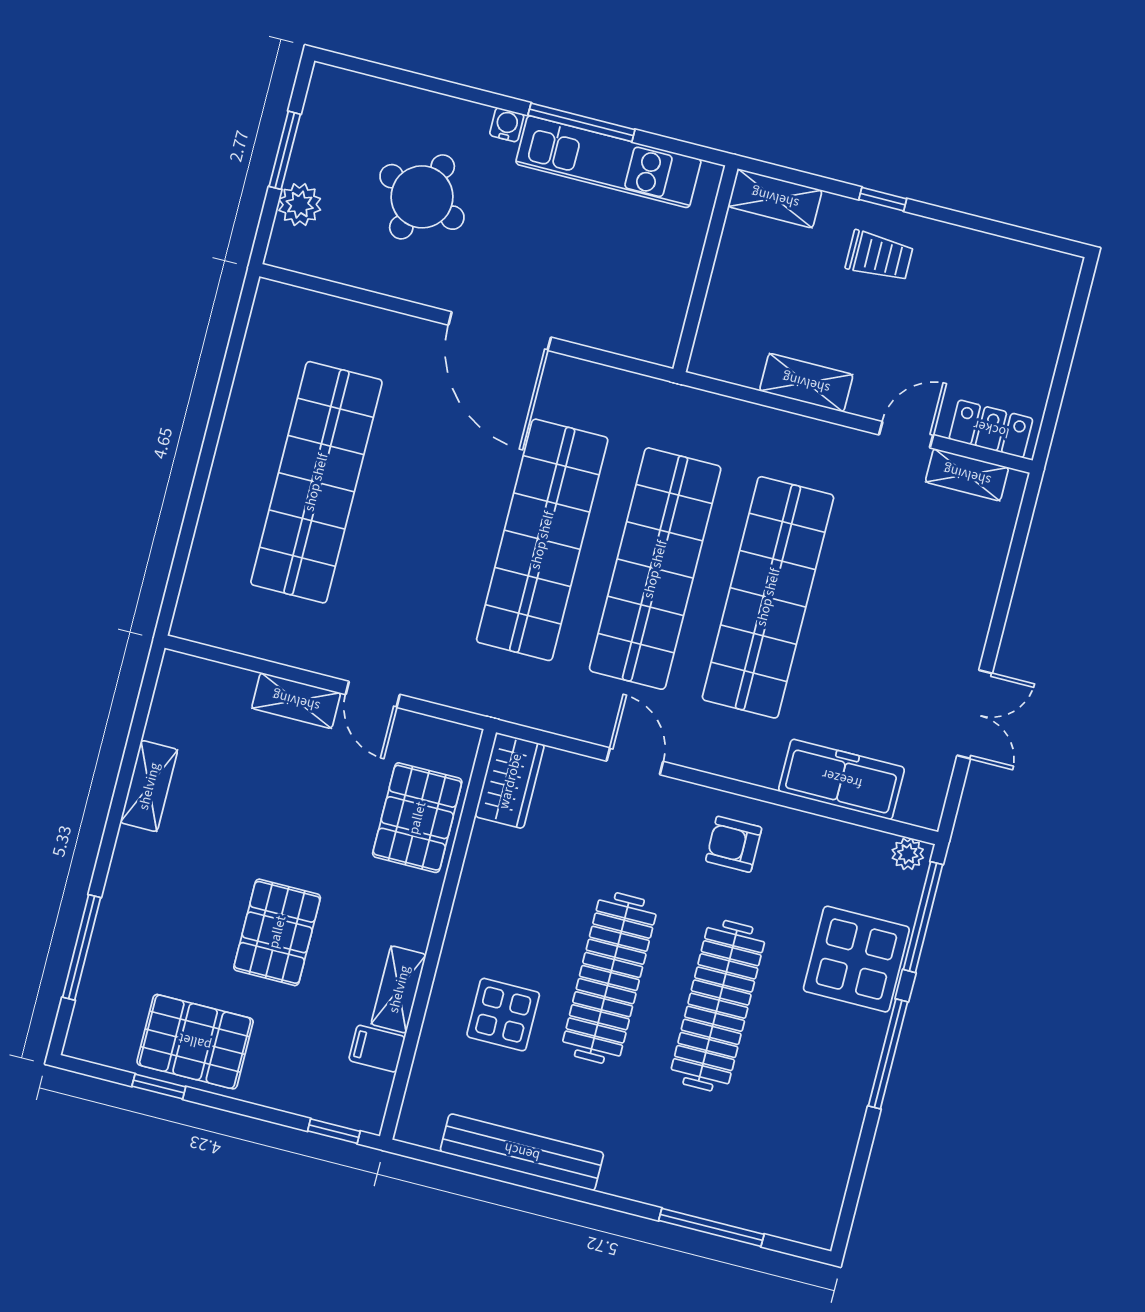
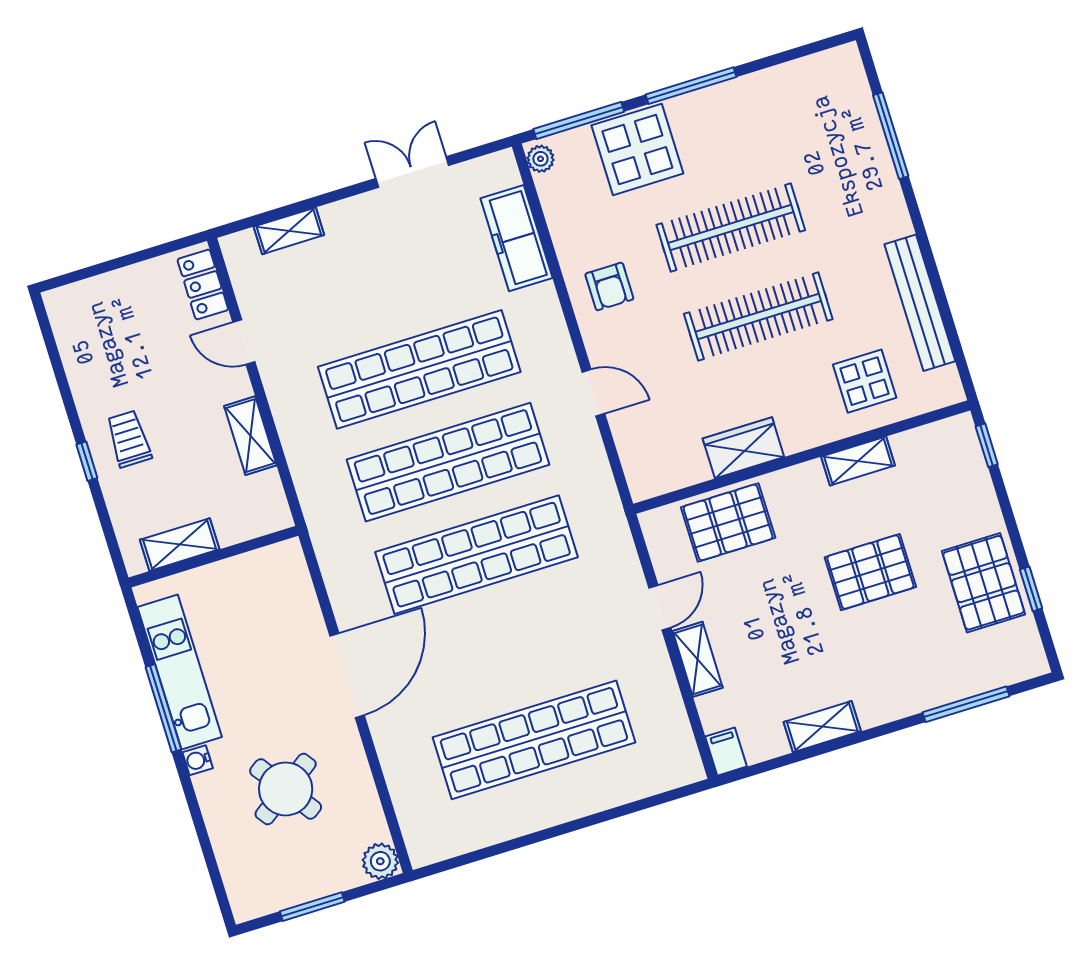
round table: (422, 197) -> (286, 789), turned 35
shelving: (775, 198) -> (180, 545), moved, turned 90
plant: (300, 205) -> (380, 861), moved
shelving: (967, 475) -> (289, 231), moved, turned 90
door: (635, 761) -> (593, 393), swing flipped
wardrobe: (510, 781) -> (743, 448), moved
display table: (503, 1015) -> (865, 381), moved
filing cabinet: (377, 1049) -> (726, 752), moved, turned 180

